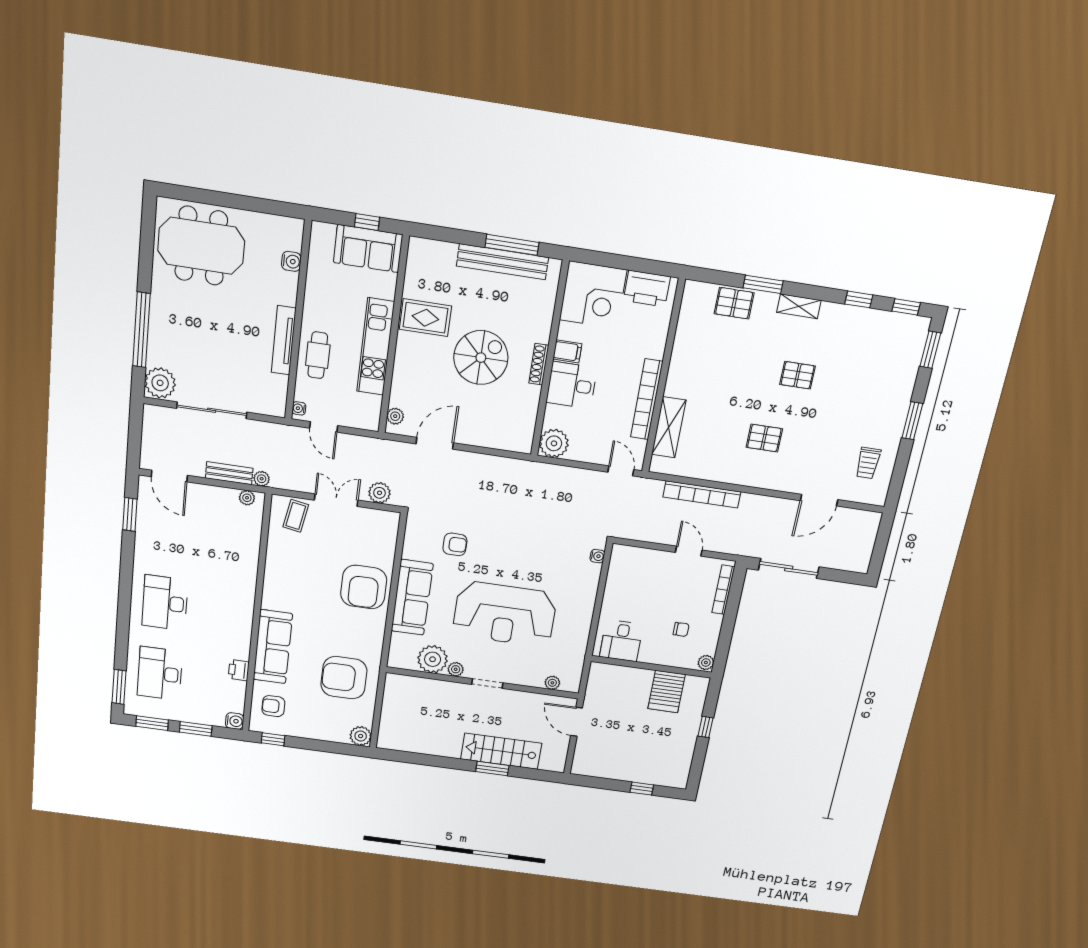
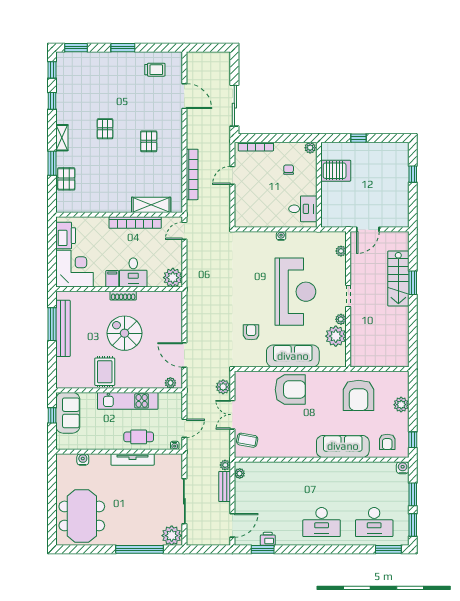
water cooler: (597, 556) -> (281, 236), moved
printer: (239, 670) -> (268, 539), moved, turned 180
plant: (361, 736) -> (401, 405), moved

